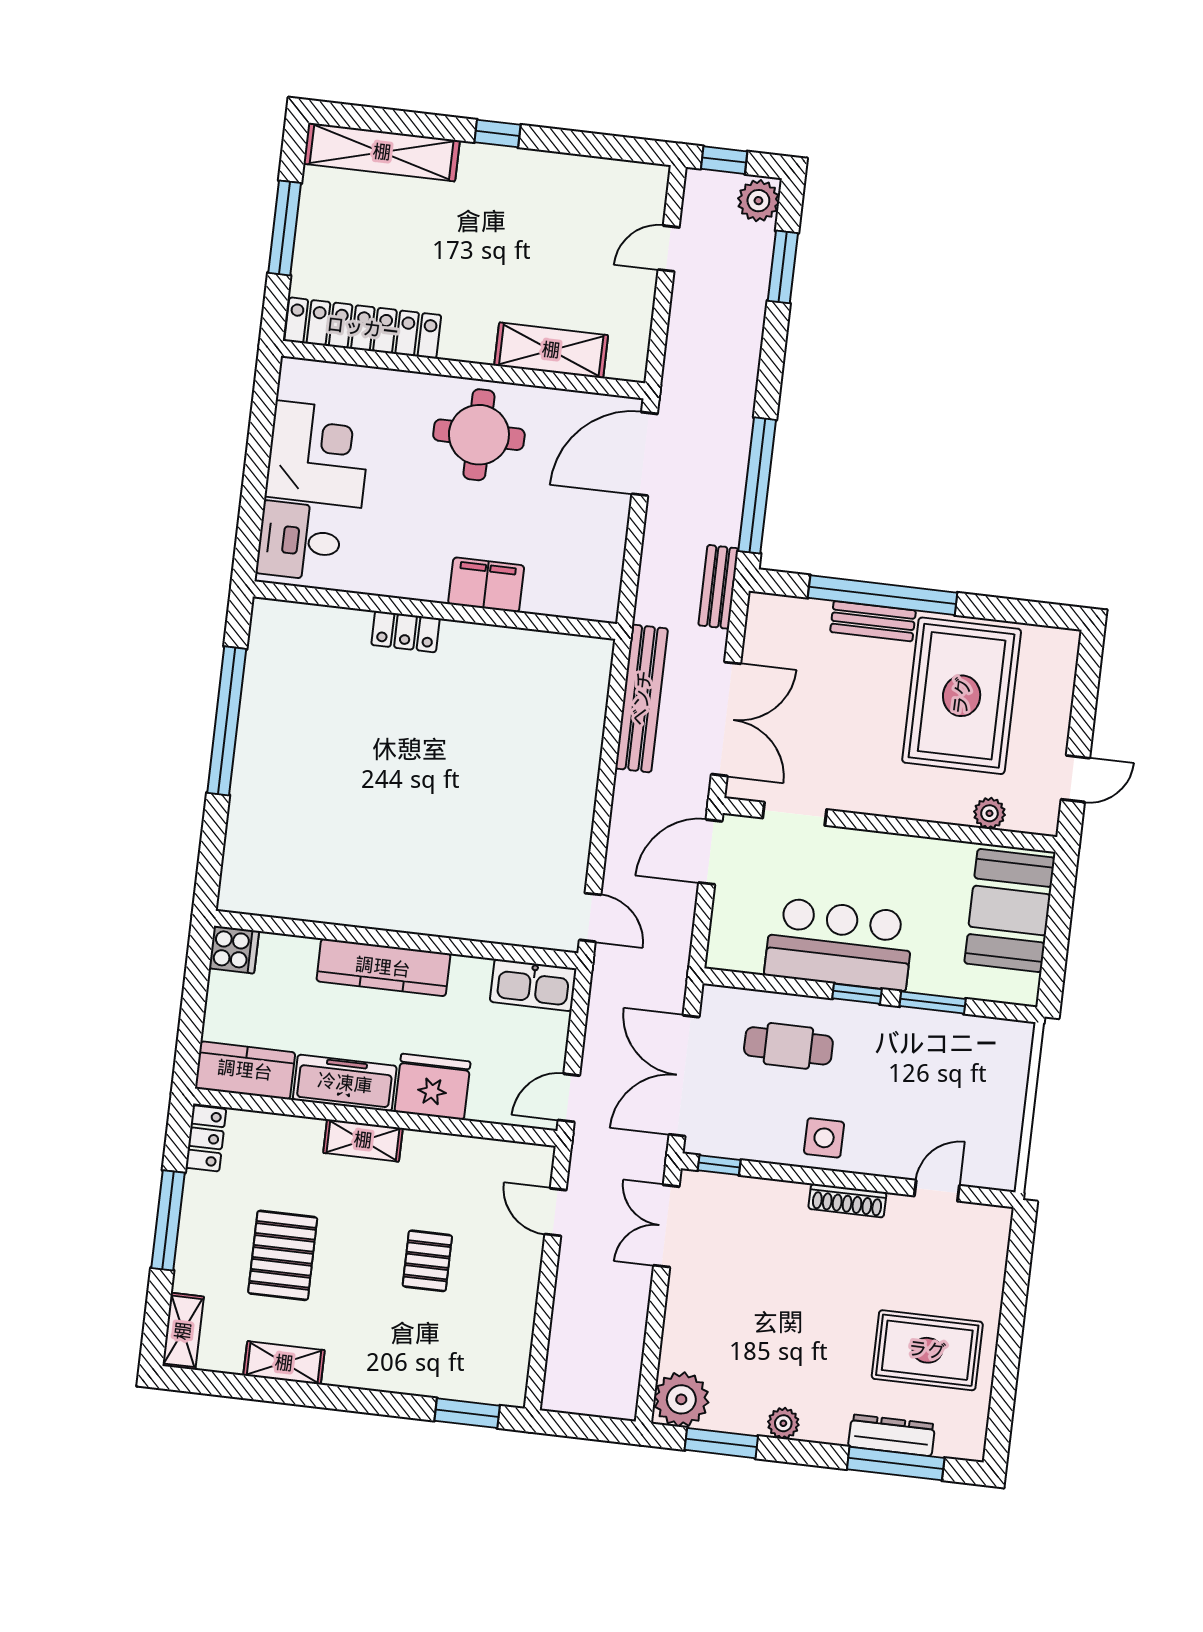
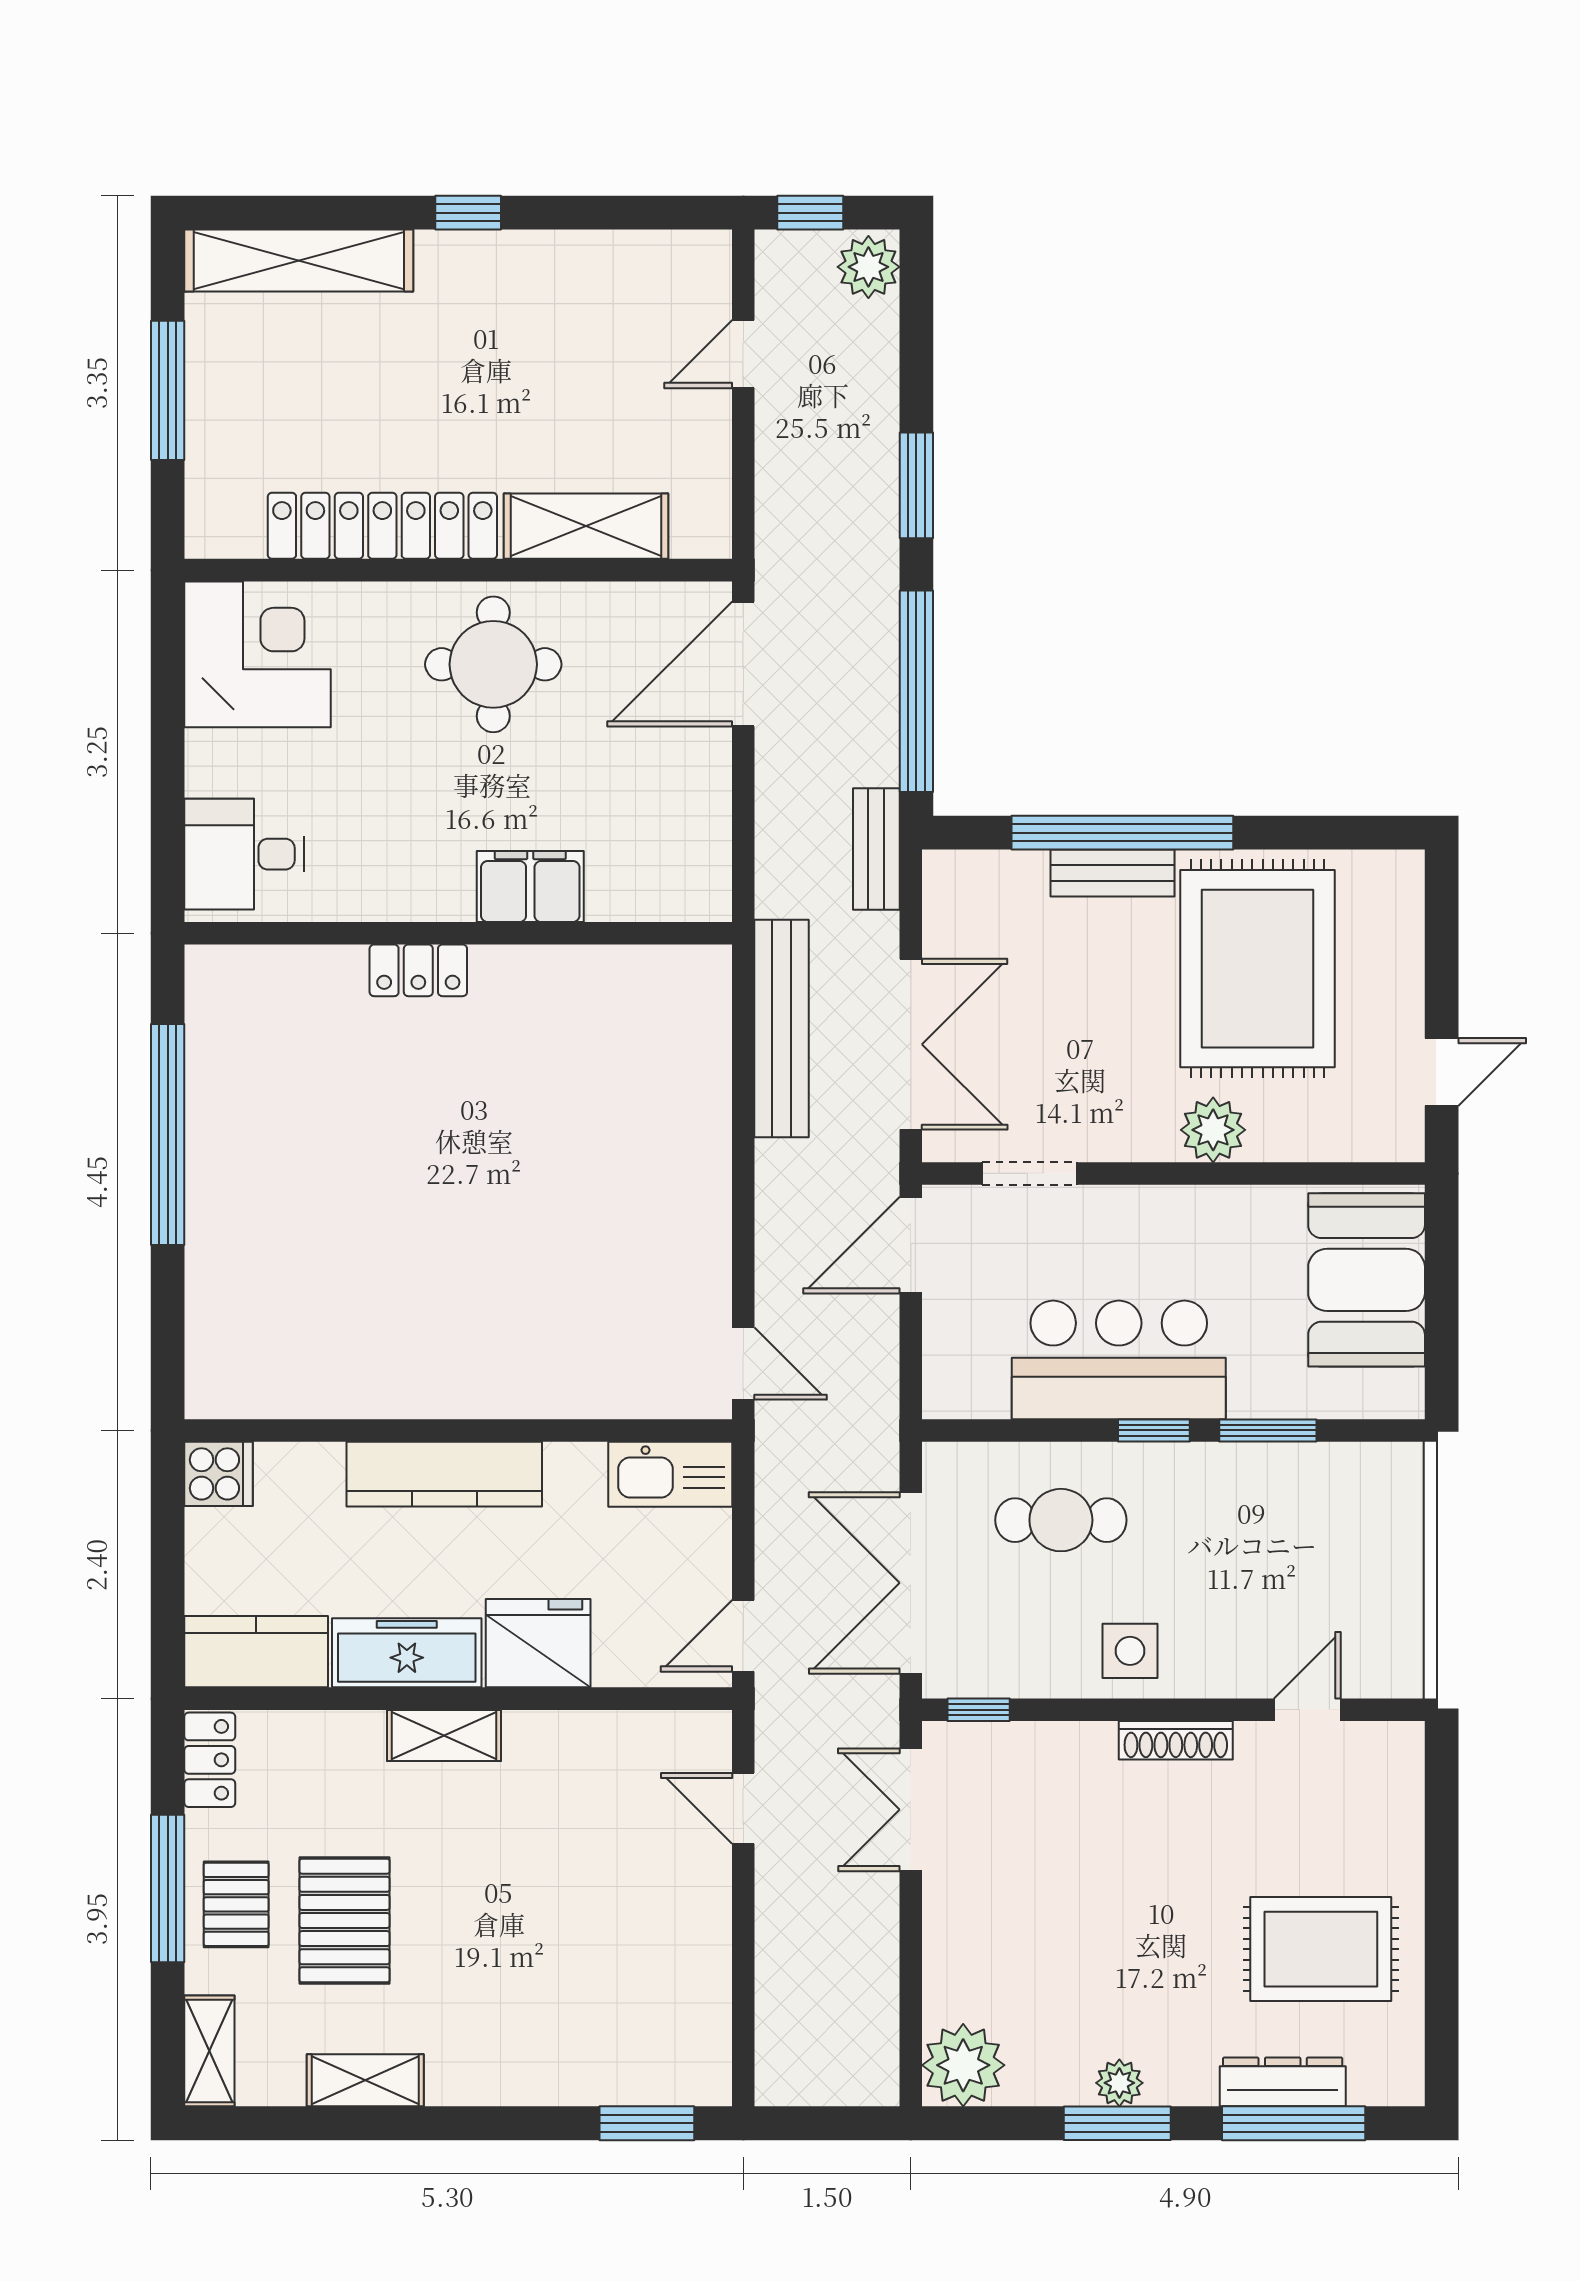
window: (783, 267) -> (916, 485), moved
locker: (363, 328) -> (382, 526), moved
corner desk: (318, 454) -> (258, 654), moved
plant: (989, 813) -> (1213, 1130), moved, width x1.38, depth x1.38
pallet: (427, 1261) -> (236, 1904), moved
window: (721, 1443) -> (1117, 2123), moved

